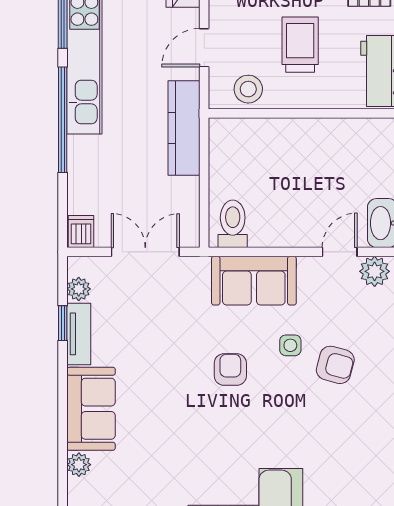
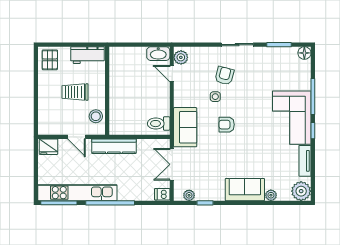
sofa: (254, 281) -> (185, 127), moved
tv unit: (79, 334) -> (210, 195), removed

